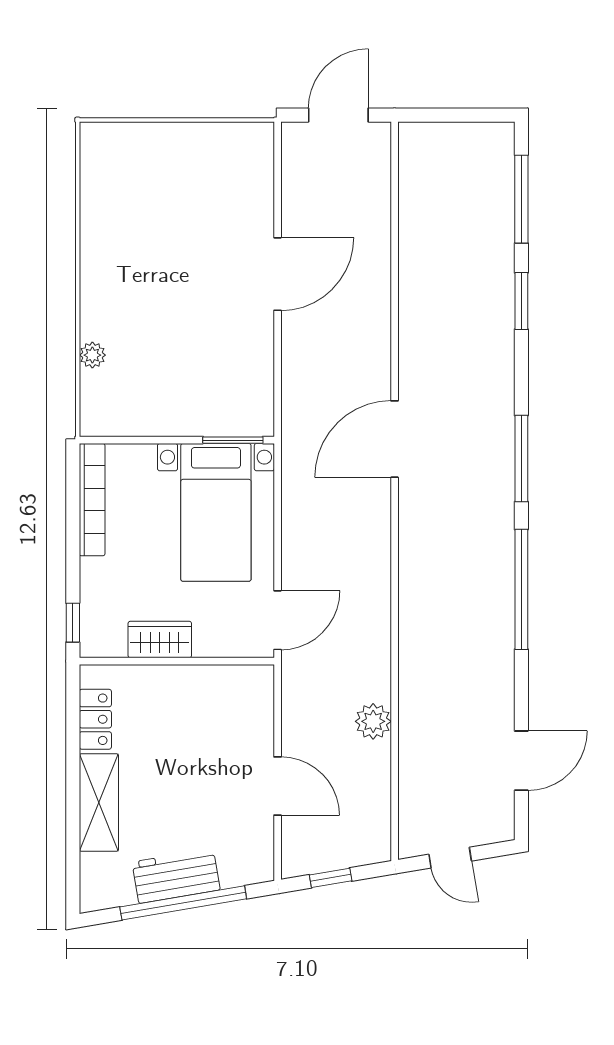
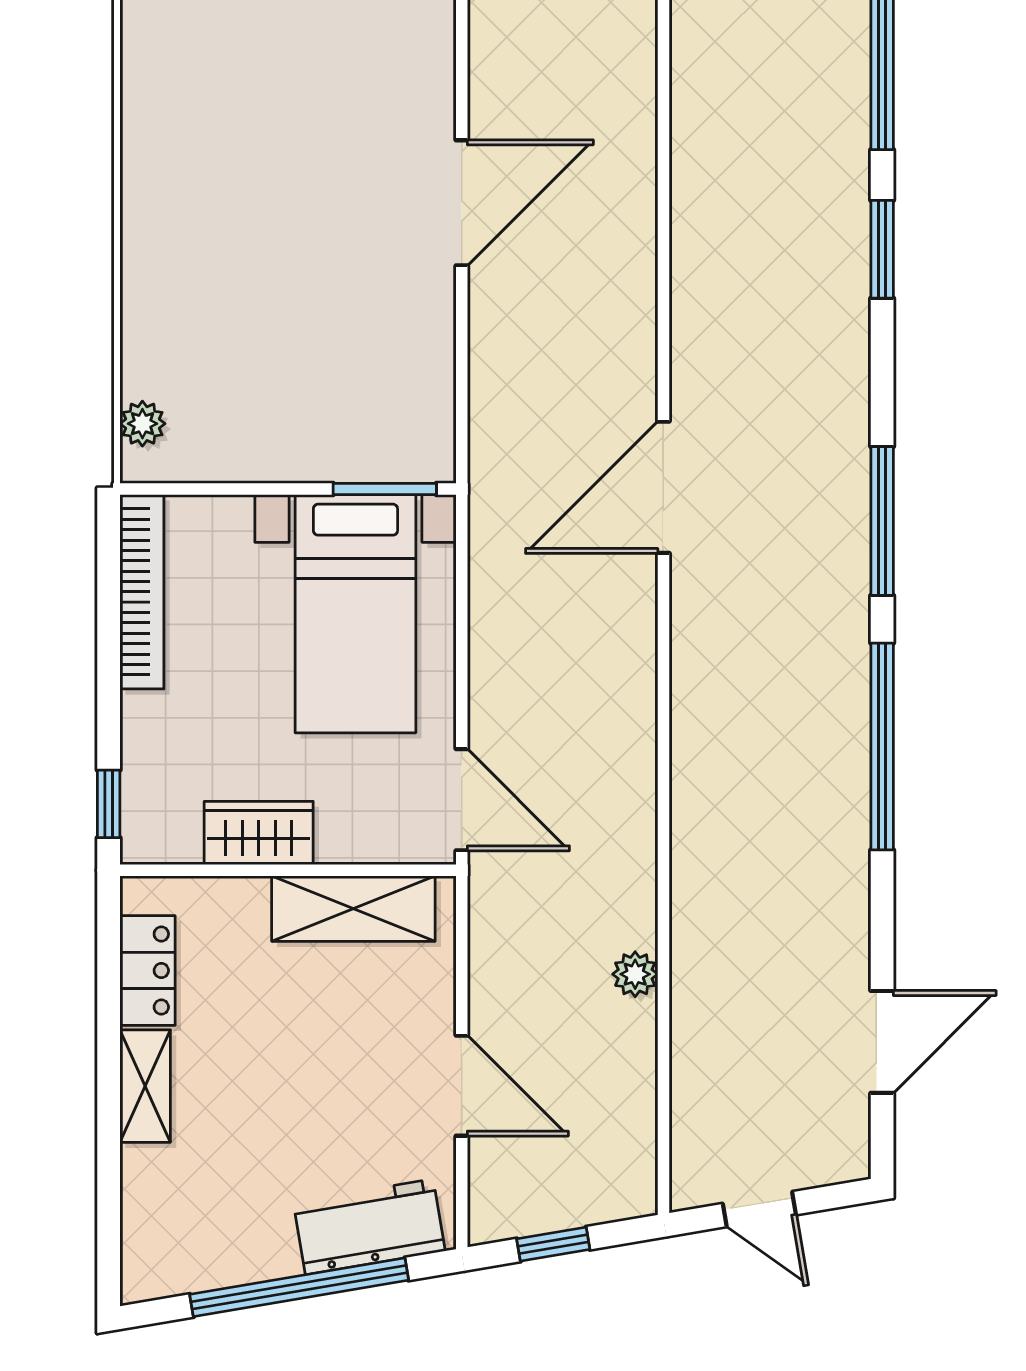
plant: (92, 355) -> (142, 424), moved
door: (278, 620) -> (462, 800), hinge flipped
shelving: (215, 683) -> (353, 909), added
plant: (373, 721) -> (635, 974), width x0.73, depth x0.73
shelving: (99, 803) -> (145, 1086), width x0.67, depth x0.75
workbench: (176, 876) -> (369, 1227), moved

